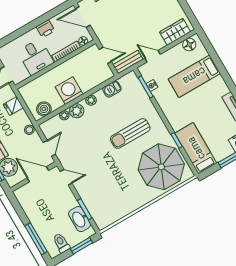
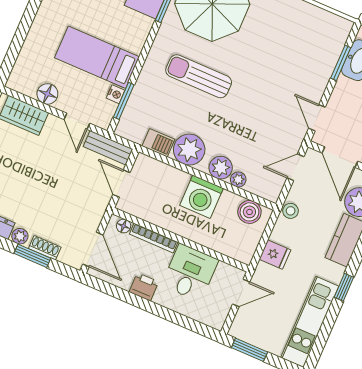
floor lamp: (189, 44) -> (47, 94), moved
bed: (194, 76) -> (97, 57), moved, turned 180
plant: (91, 100) -> (189, 150), width x1.88, depth x1.88
sun lounger: (130, 133) -> (199, 76), turned 180

